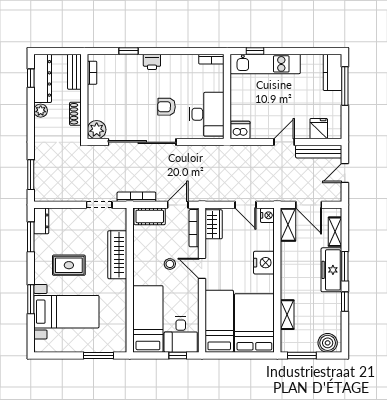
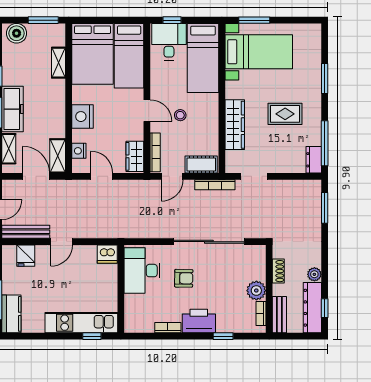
bookcase: (211, 59) -> (168, 328), moved
printer: (152, 62) -> (199, 321), width x1.87, depth x1.48
plant: (97, 130) -> (256, 291), moved
nightstand: (267, 215) -> (79, 151), moved
window: (31, 237) -> (325, 143), width x1.44
bed with nightstands: (66, 312) -> (259, 52), moved, turned 180

